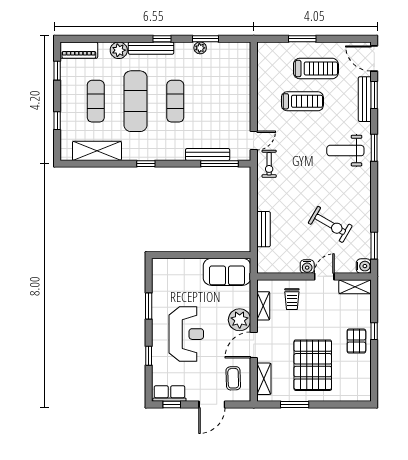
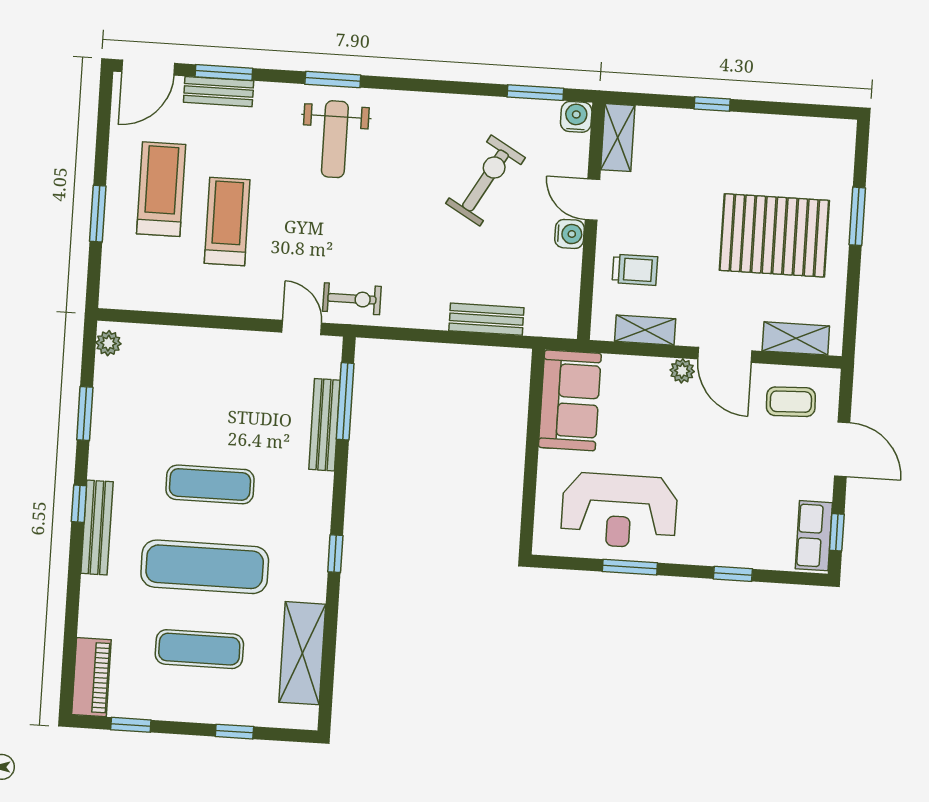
plant: (200, 48) -> (108, 343), moved
plant: (119, 50) -> (97, 595), removed
bench: (365, 99) -> (219, 92), width x0.73
plant: (240, 320) -> (682, 371), width x0.53, depth x0.53
reception desk: (186, 334) -> (619, 511), moved, turned 180
pallet: (356, 341) -> (730, 142), removed
window: (295, 404) -> (857, 216), moved

